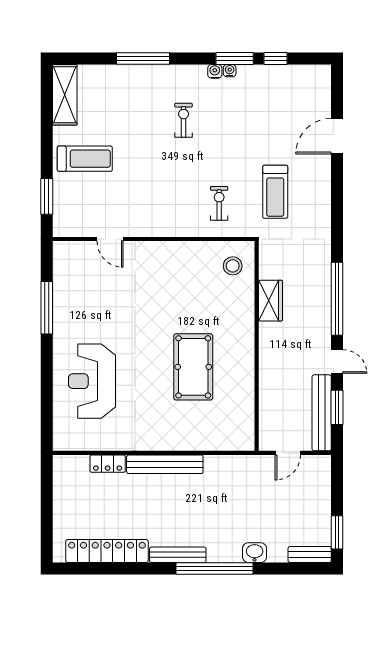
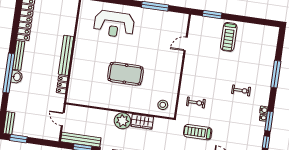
shelving: (65, 95) -> (263, 31), removed
plant: (274, 338) -> (122, 121), added
pool table: (193, 367) -> (125, 74), moved
reception desk: (92, 381) -> (114, 24), turned 180
locker: (108, 464) -> (62, 85), moved
washbasin: (255, 553) -> (17, 77), moved

